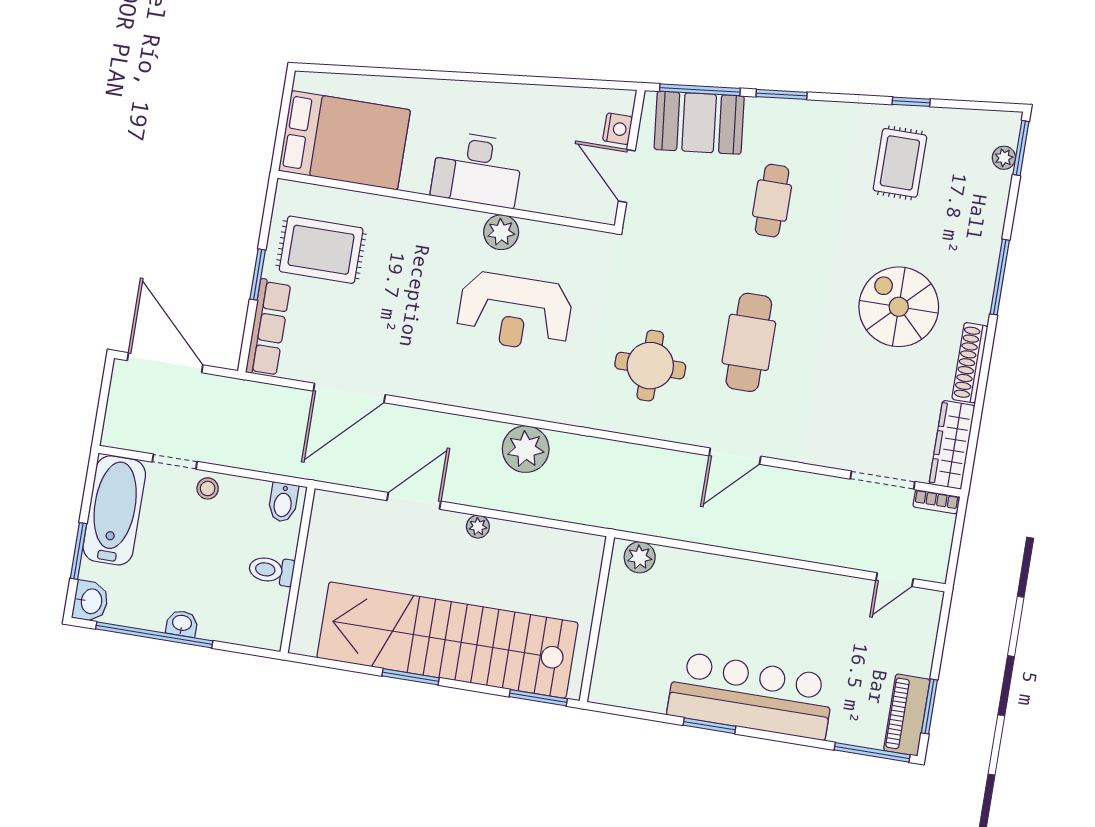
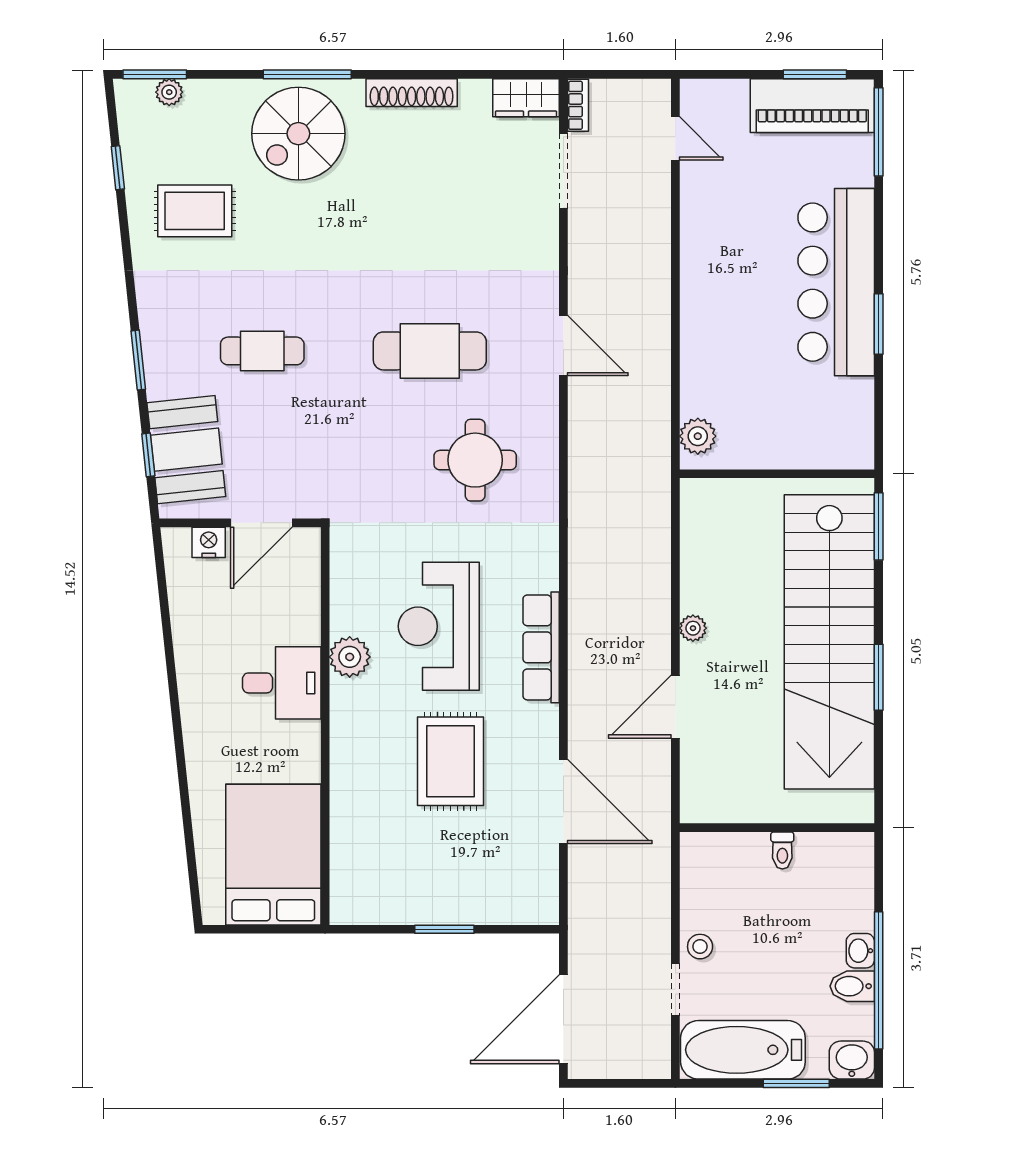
window: (700, 90) -> (148, 455), width x0.46
window: (911, 102) -> (118, 168), moved
desk: (477, 169) -> (282, 683), width x0.73
rug: (321, 250) -> (451, 761), moved
spiral stairs: (899, 307) -> (298, 134), moved
reception desk: (515, 312) -> (439, 626), turned 180
row of seats: (268, 328) -> (541, 647), moved, turned -90
wardrobe: (952, 445) -> (526, 98), width x0.67
plant: (526, 449) -> (595, 588), removed
door: (414, 501) -> (675, 707), hinge flipped
bidet: (283, 502) -> (852, 986), moved, turned 180
toilet: (271, 570) -> (782, 850), width x0.73, depth x0.72
piano: (907, 715) -> (812, 106), width x1.37, depth x1.33

